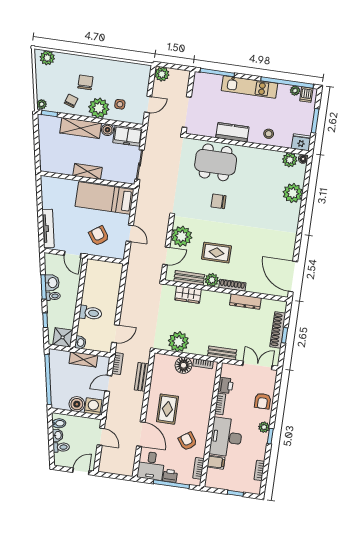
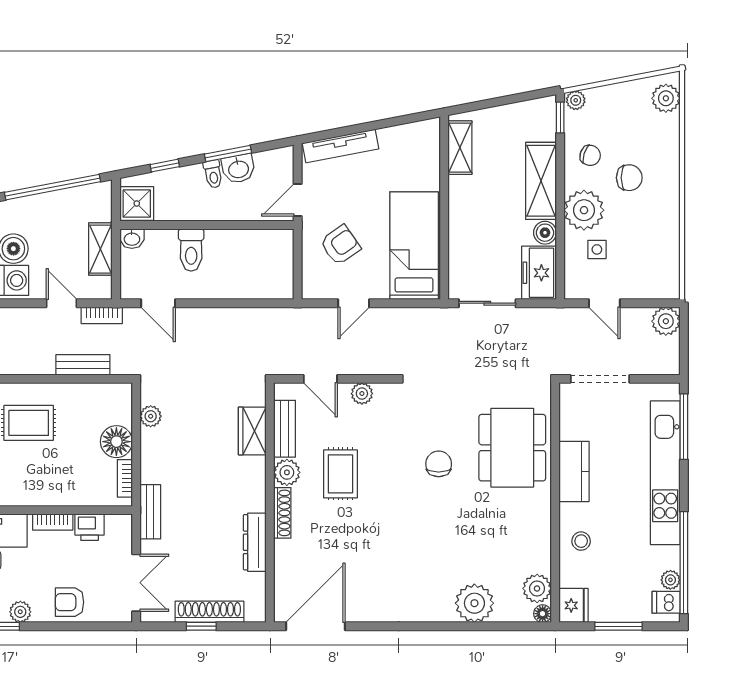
kitchen unit: (249, 87) -> (665, 473), width x1.36
shelving: (87, 172) -> (460, 148), moved
plant: (182, 236) -> (362, 394), width x0.53, depth x0.53
plant: (178, 342) -> (151, 416), width x0.53, depth x0.53

